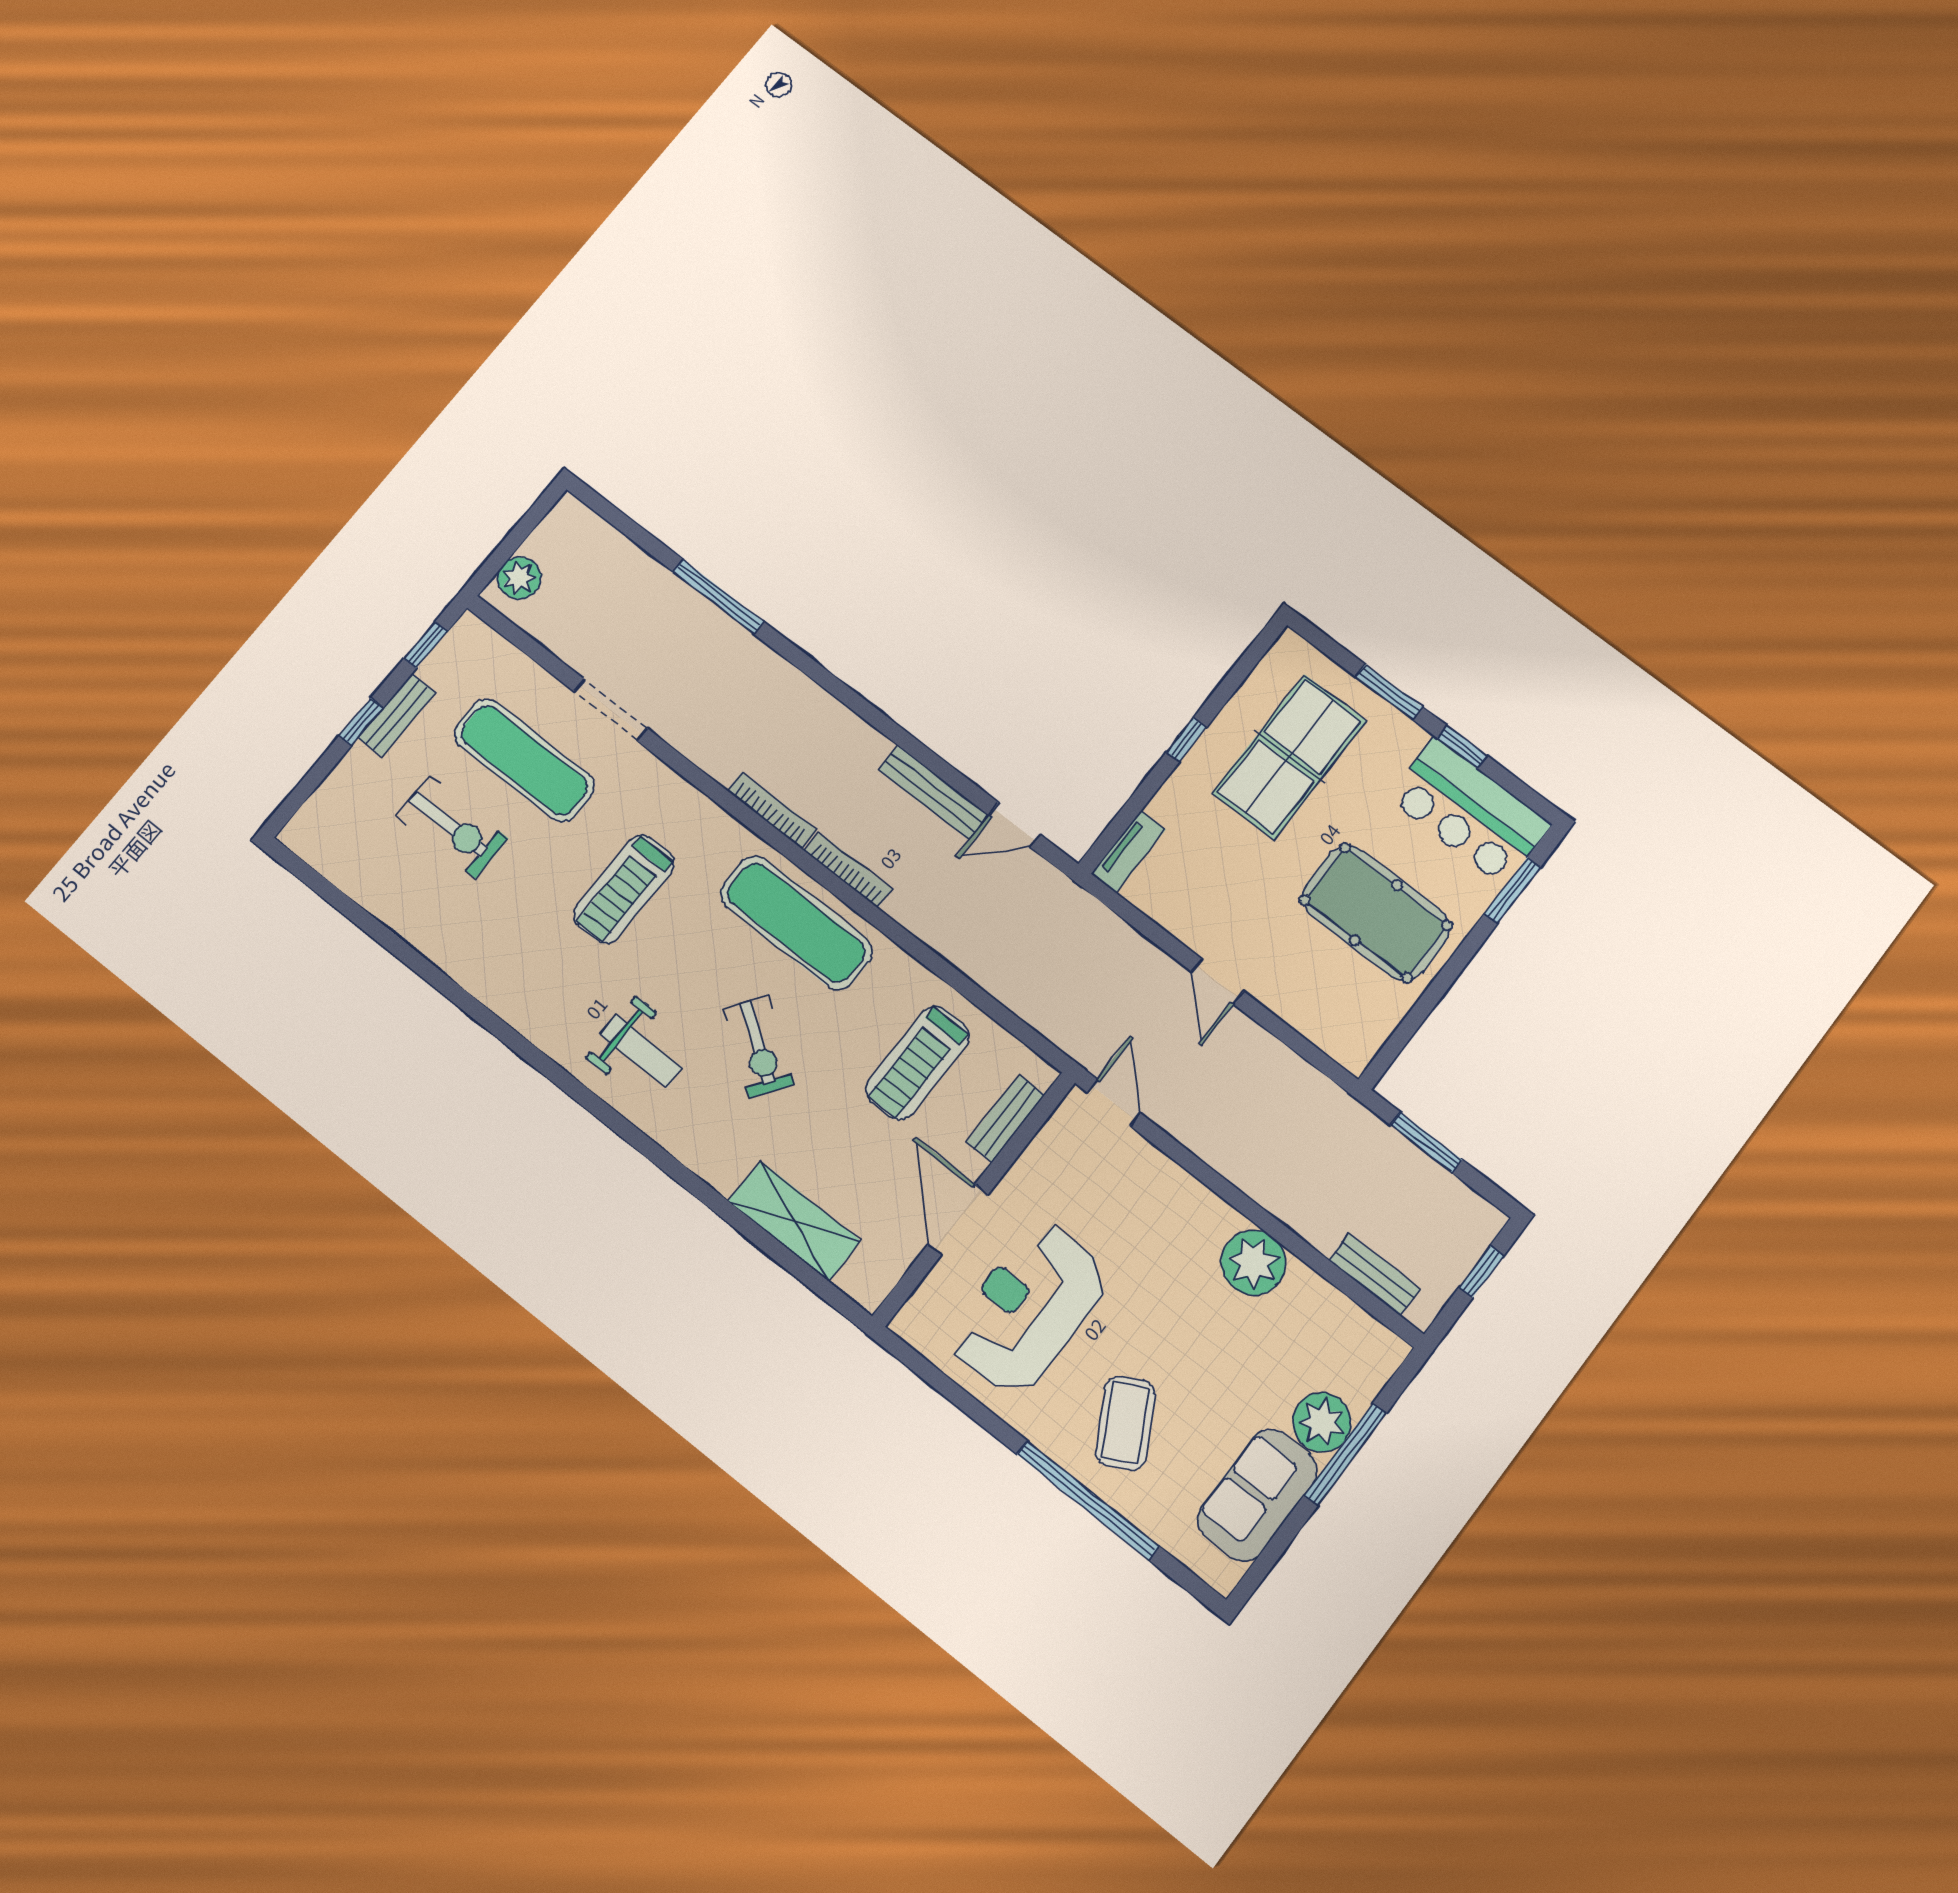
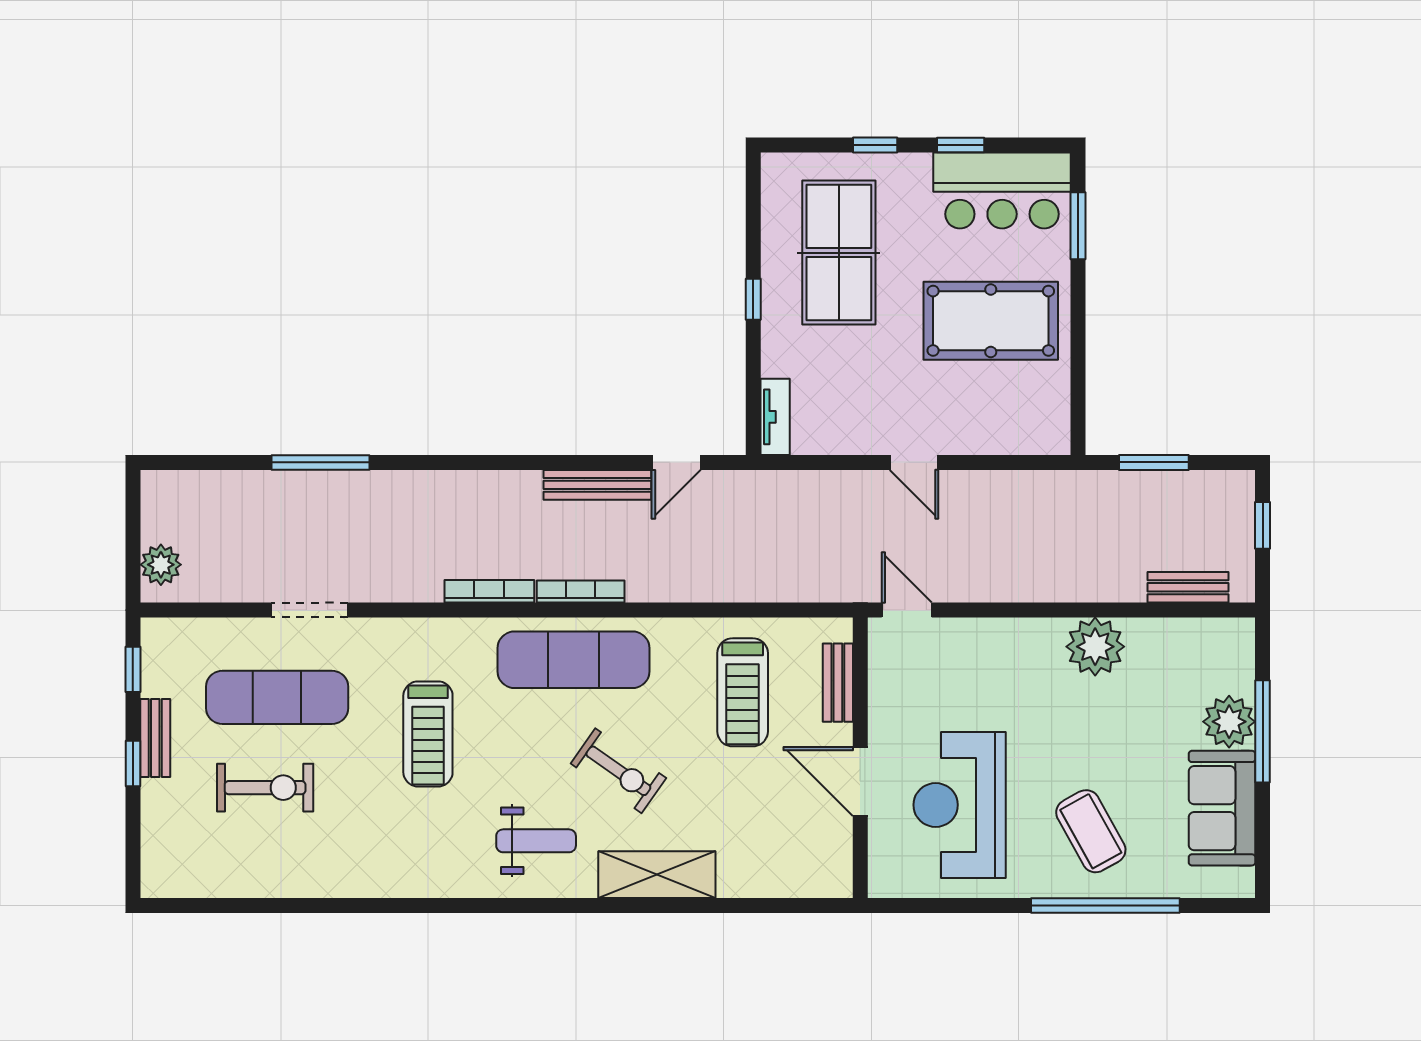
window: (1389, 692) -> (875, 145), width x0.67
shelving: (794, 1221) -> (657, 875), moved

